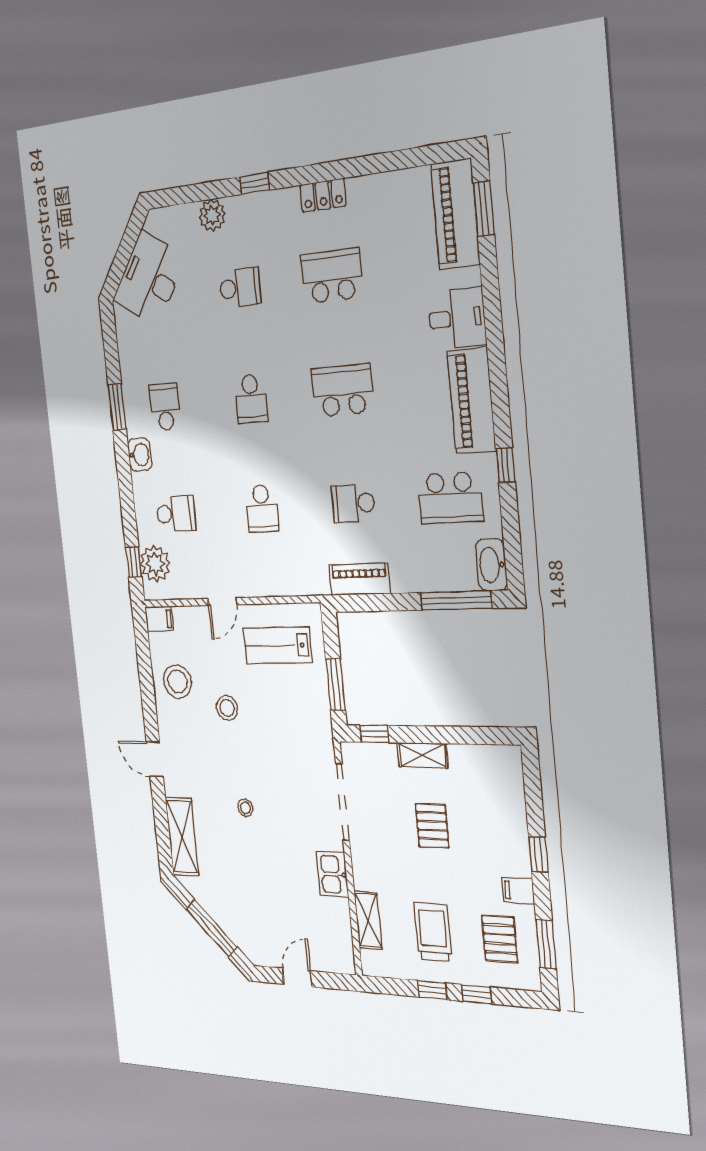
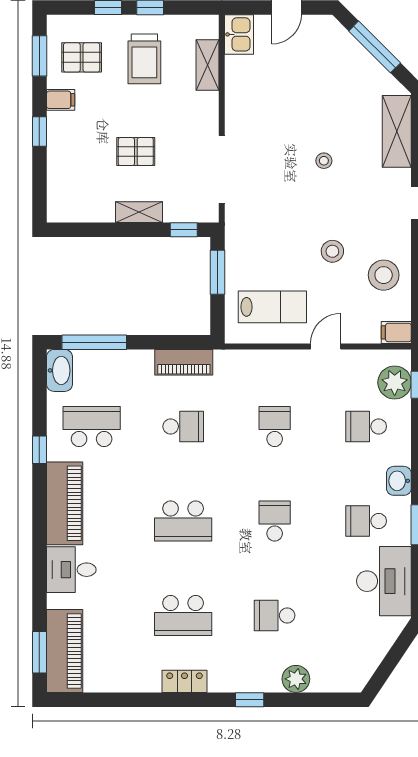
desk: (149, 279) -> (384, 581), moved, turned -34
school desk: (165, 407) -> (366, 521), turned 90
pallet: (432, 826) -> (136, 152), turned 90
kitchen sink: (333, 874) -> (239, 34), moved
pallet: (500, 939) -> (82, 57), turned 90

